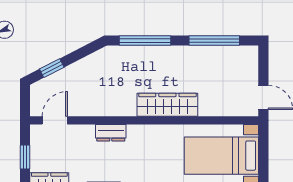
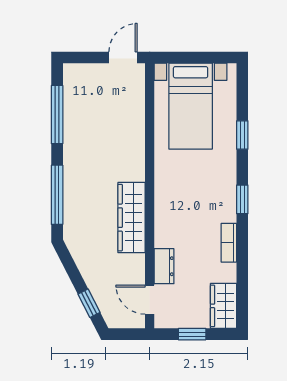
wardrobe: (167, 105) -> (132, 218), moved
dresser: (111, 133) -> (164, 266), moved

